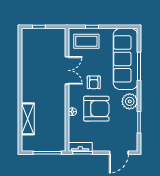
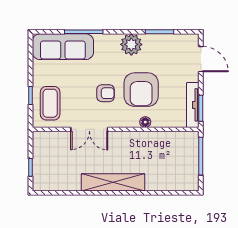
sofa: (125, 59) -> (63, 47), width x0.74, depth x0.79
double door: (67, 70) -> (89, 129), swing flipped
armchair: (96, 109) -> (141, 90), turned 180
shelving: (28, 119) -> (113, 182), moved, width x1.47
tv unit: (80, 147) -> (193, 105), width x1.41

